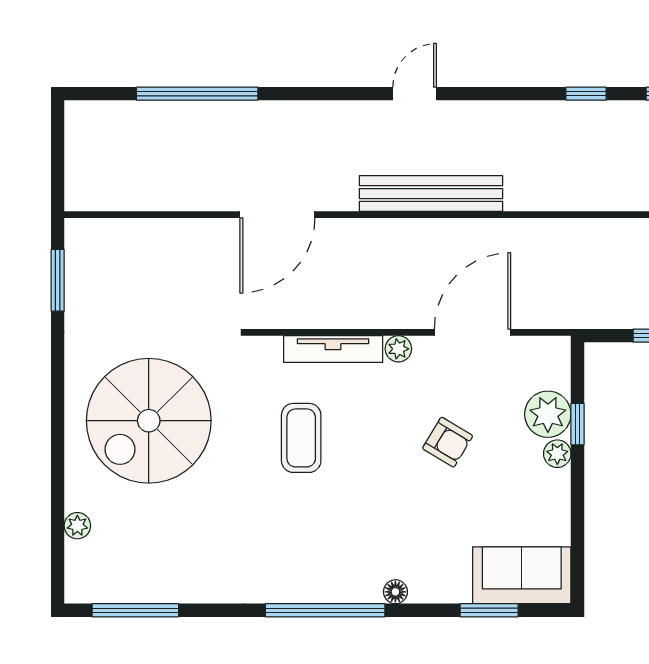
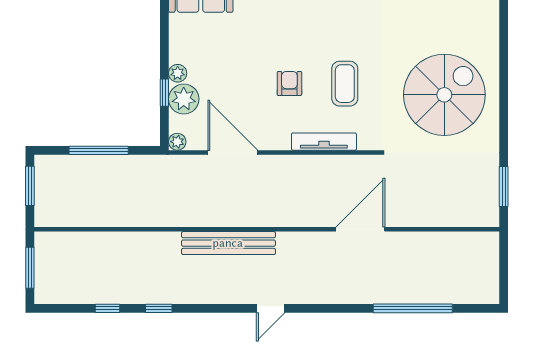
bench: (431, 194) -> (228, 243), moved
door: (473, 332) -> (233, 152), swing flipped
plant: (398, 349) -> (177, 142), moved
armchair: (448, 442) -> (289, 83), moved, turned 59
plant: (77, 526) -> (491, 26), removed

